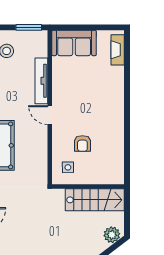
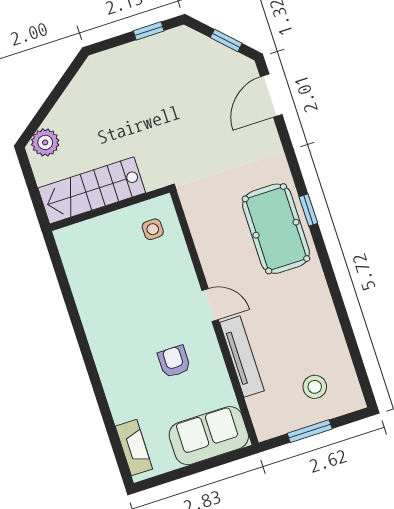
window: (29, 27) -> (310, 431), moved
armchair: (82, 143) -> (174, 362), moved

